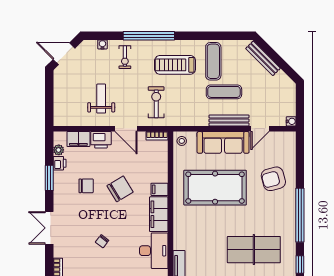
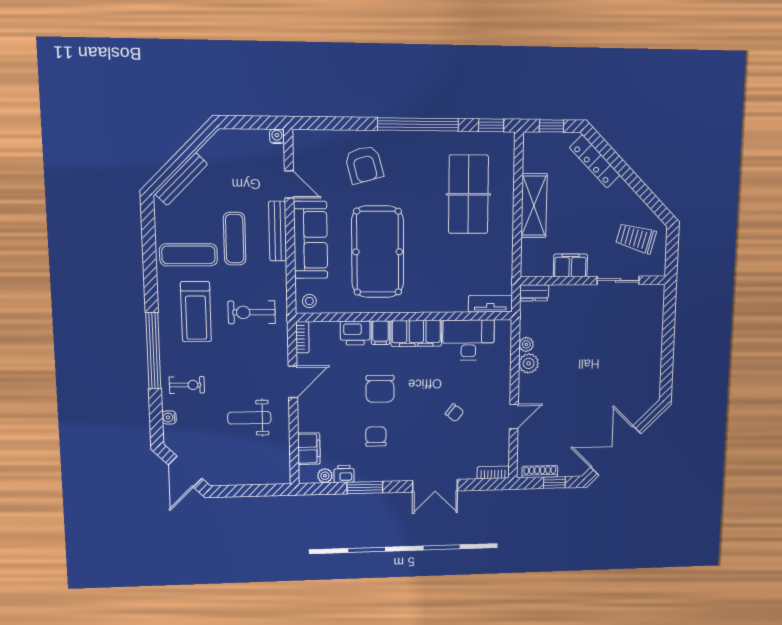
exercise bike: (156, 102) -> (252, 312), moved
printer: (101, 140) -> (355, 333), moved, turned 90
chair: (120, 189) -> (380, 389), turned -149

